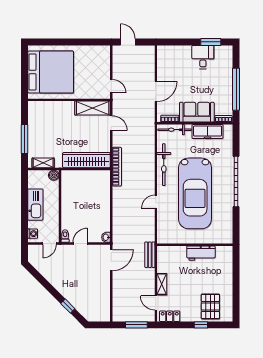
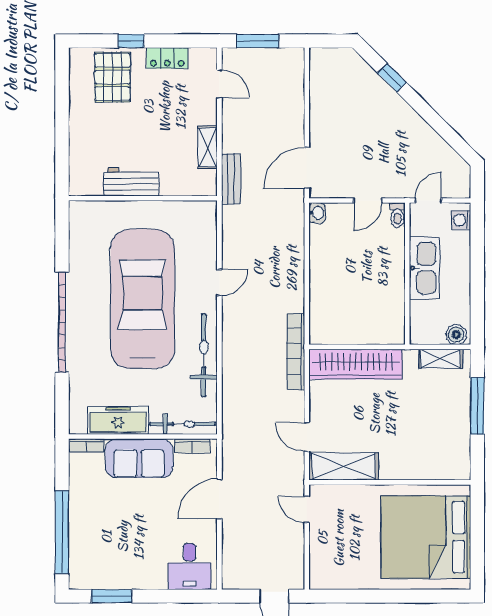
desk: (203, 57) -> (190, 566), moved
window: (236, 89) -> (62, 532), moved
boiler: (54, 175) -> (456, 335), moved
kitchen sink: (35, 205) -> (424, 268), moved, turned 180
shelving: (162, 284) -> (208, 147), moved
locker: (170, 316) -> (167, 58), moved

